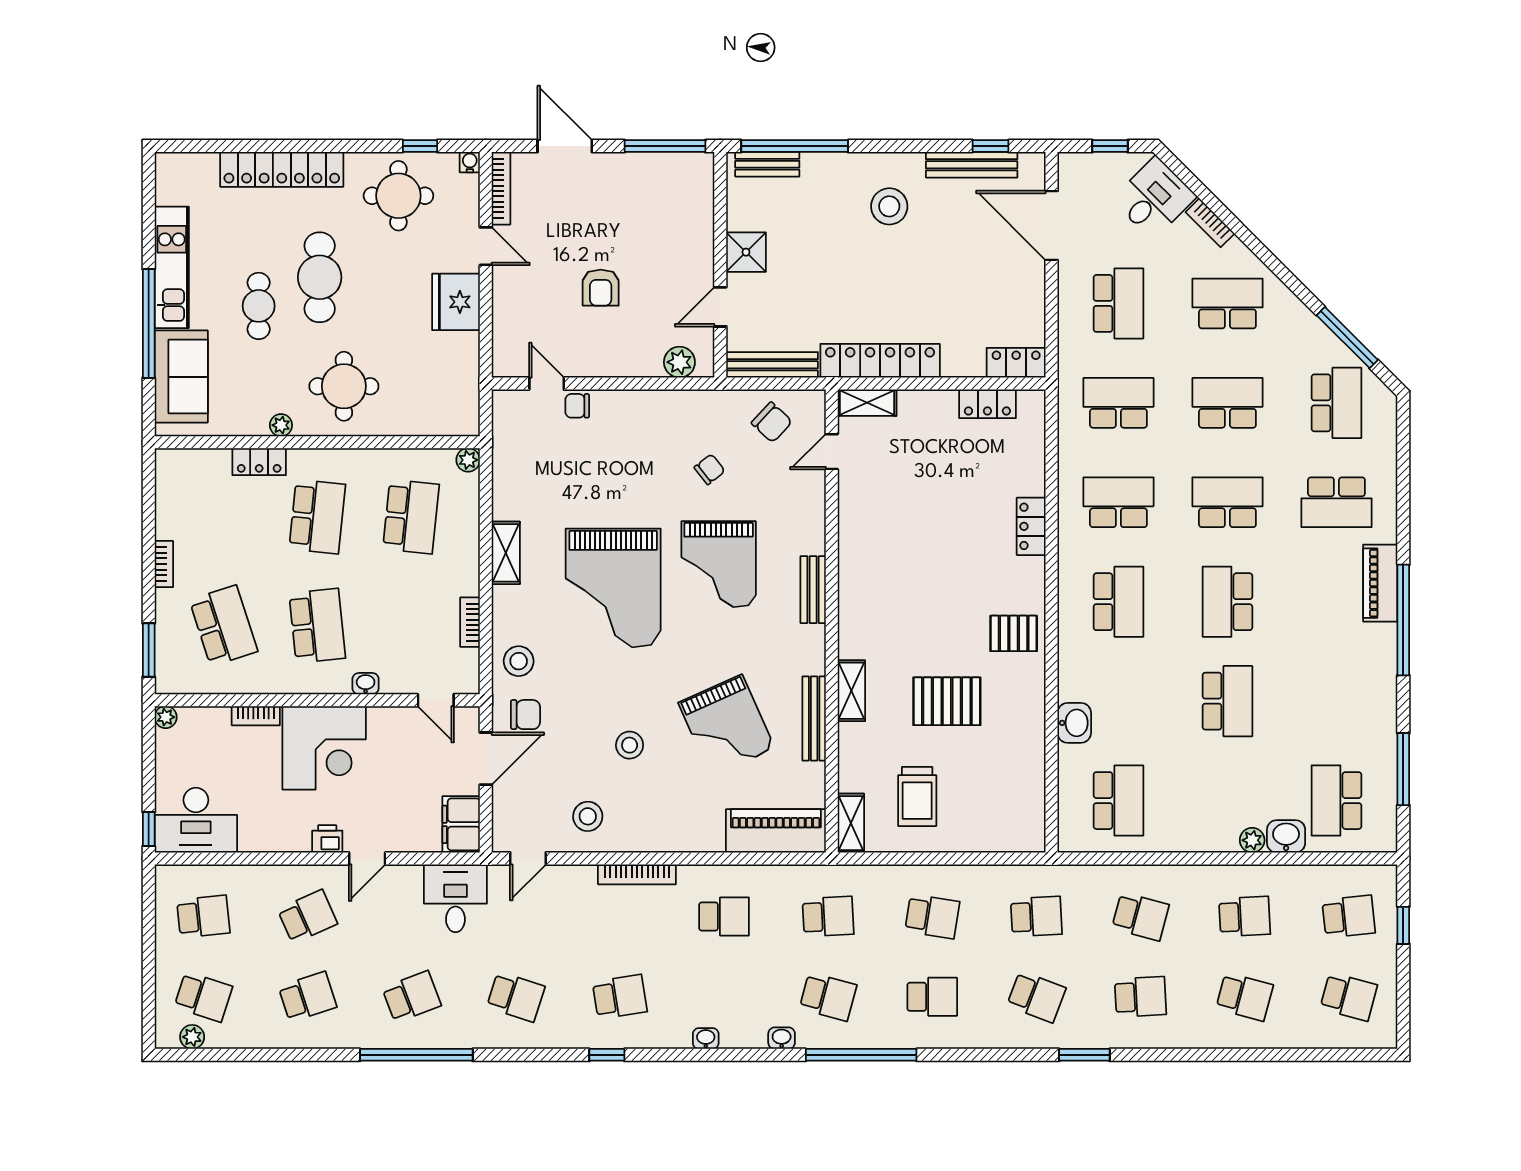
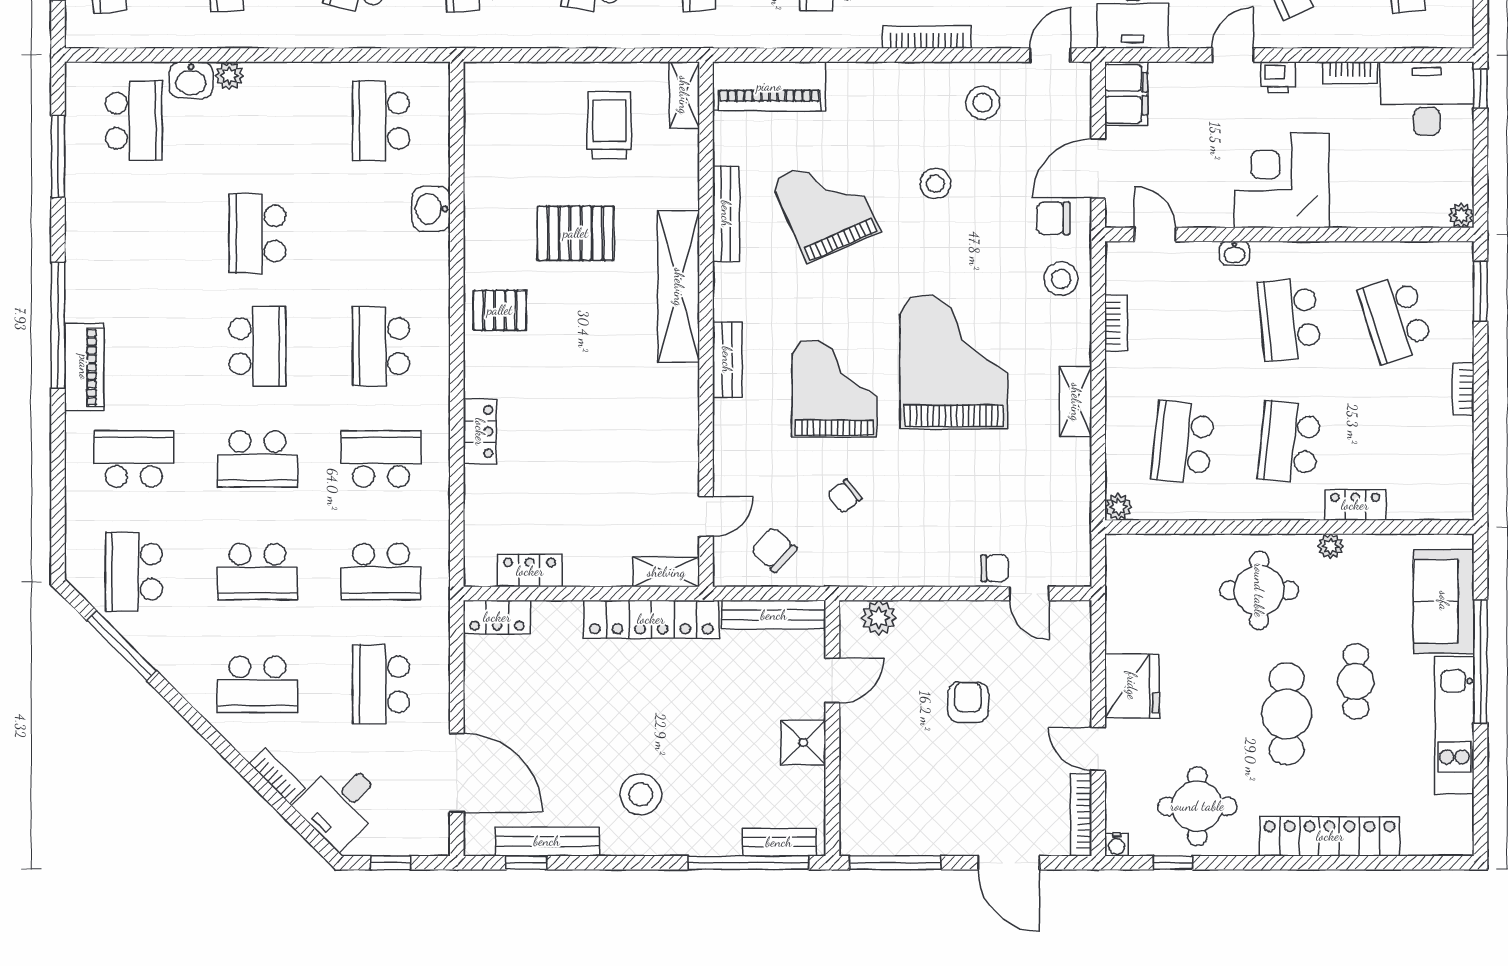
school desk: (1118, 502) -> (381, 459), turned 180
shelving: (851, 691) -> (679, 287), width x2.20, depth x1.33
bookcase: (256, 716) -> (1350, 73), moved, turned 180

